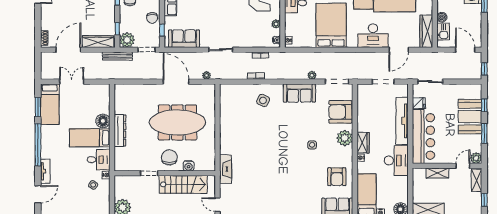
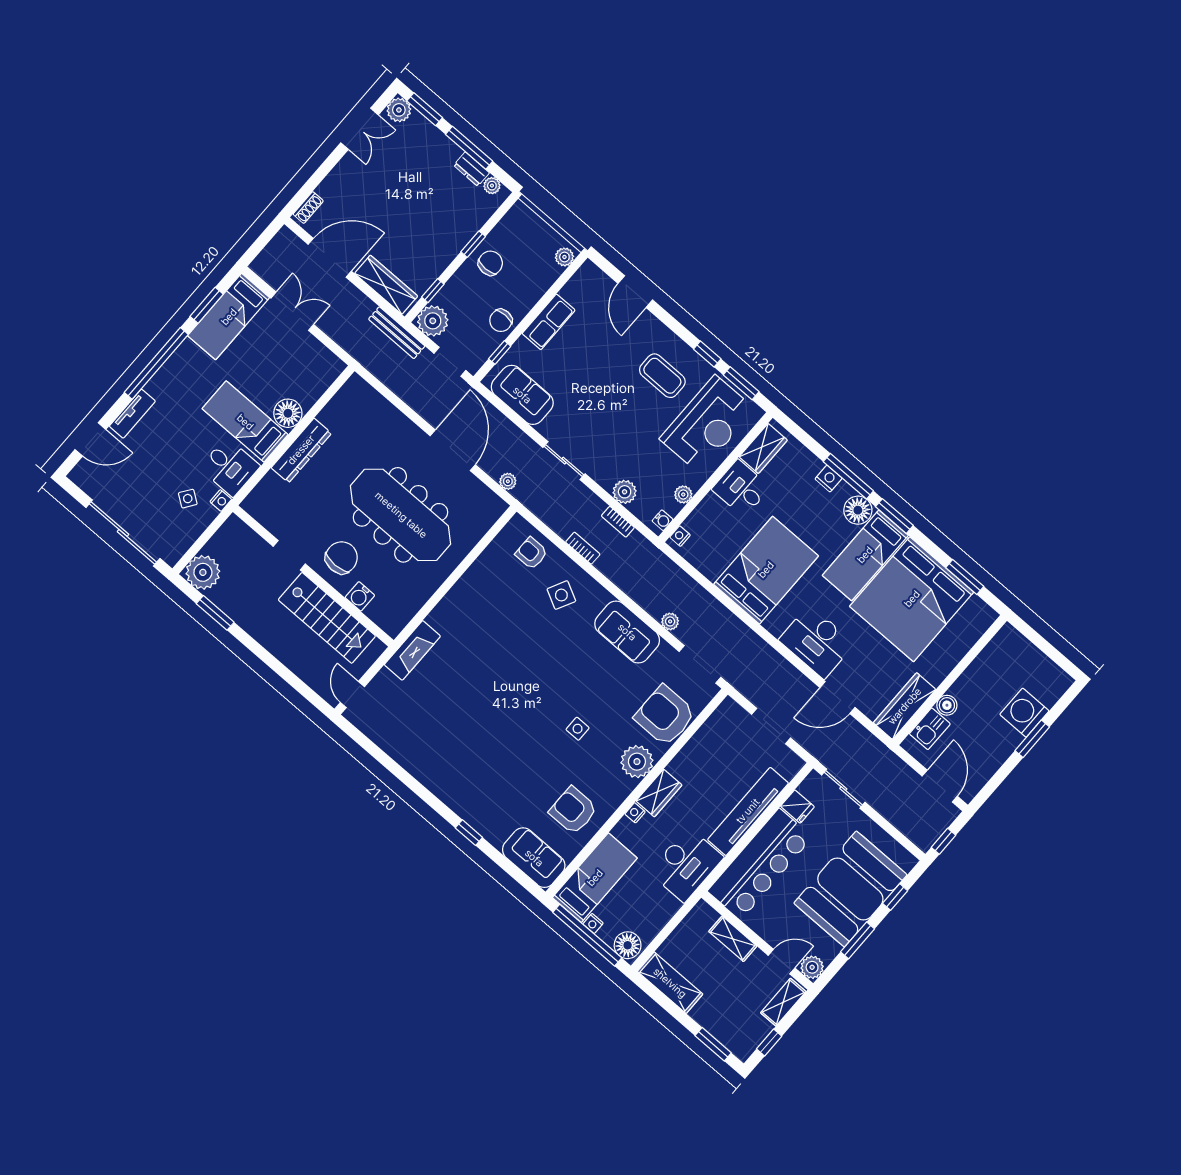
plant: (253, 42) -> (625, 492), added
armchair: (238, 95) -> (531, 553), added
booth: (470, 117) -> (850, 889), width x1.36, depth x1.42
armchair: (337, 177) -> (573, 810), turned 90

